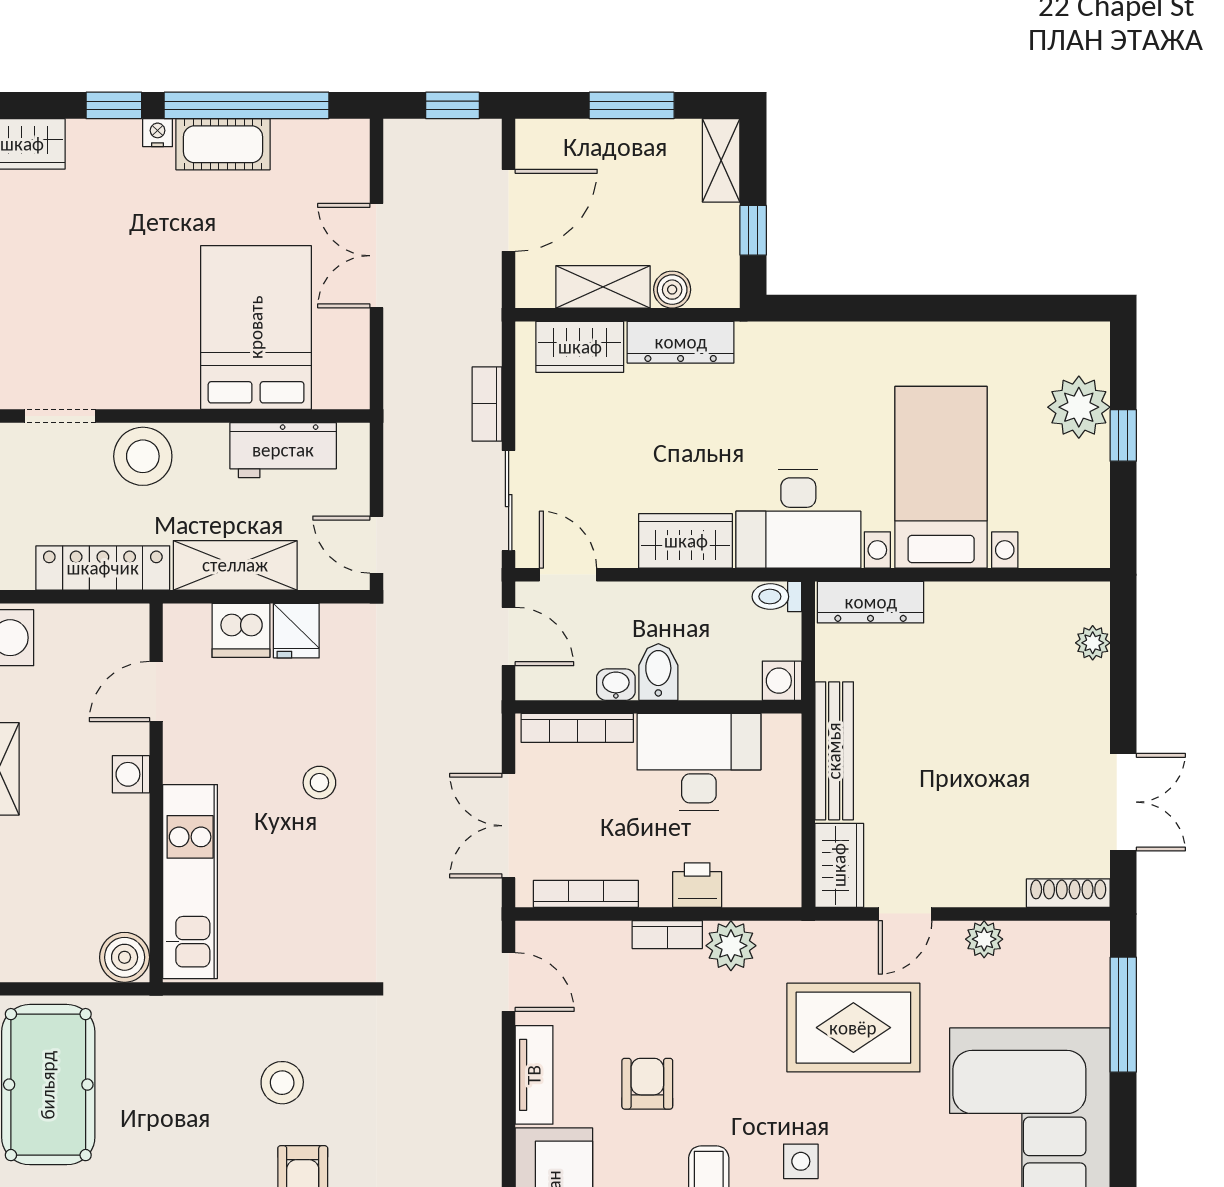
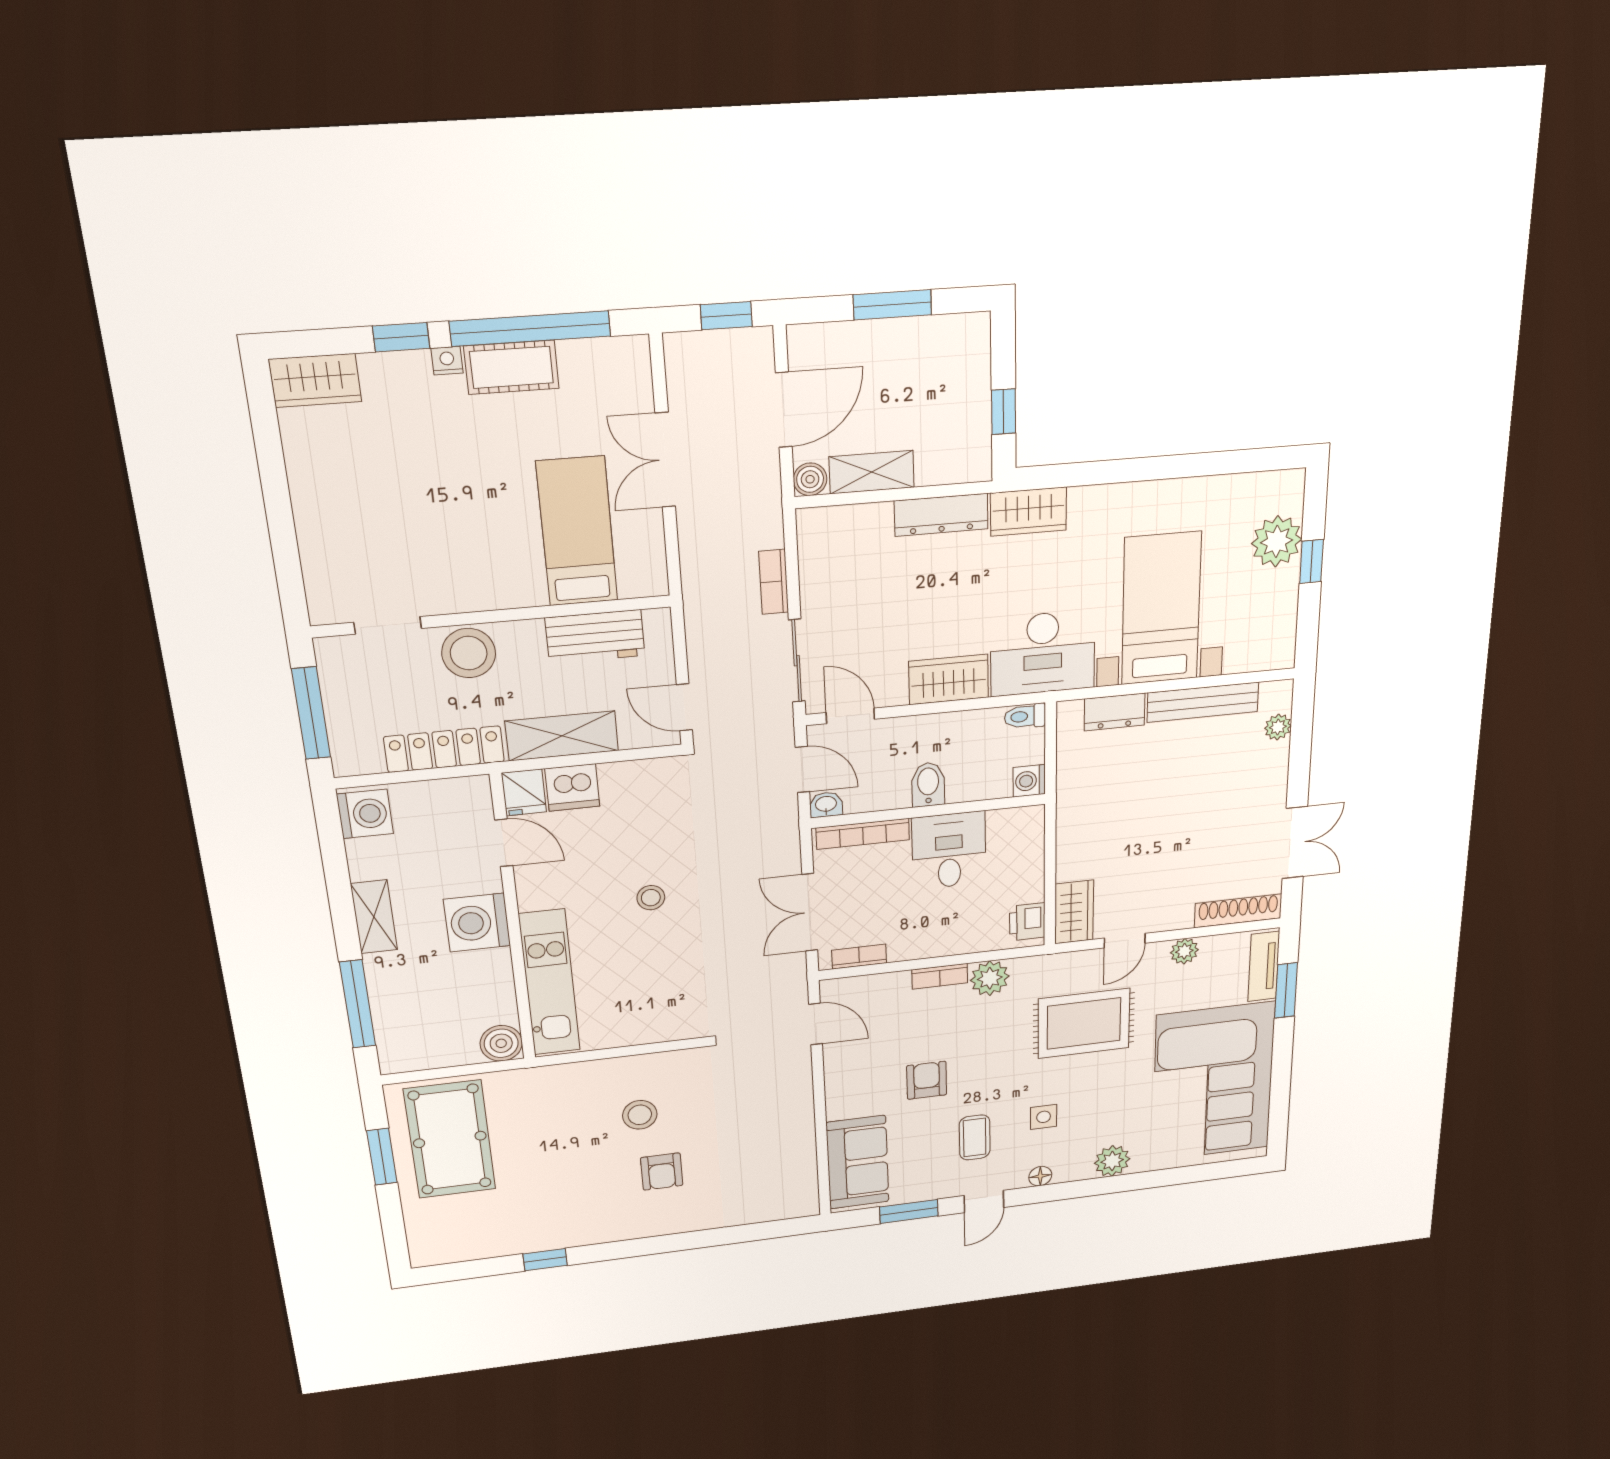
shelving: (721, 160) -> (975, 350), removed
boiler: (672, 290) -> (810, 479), moved
bed: (256, 327) -> (577, 531), width x0.67
wardrobe: (580, 347) -> (1028, 512), moved
dresser: (871, 602) -> (1115, 712), width x0.70
fridge: (296, 631) -> (524, 792), moved
washbasin: (616, 685) -> (826, 805), moved
door: (156, 691) -> (504, 843), swing flipped
bench: (834, 751) -> (1203, 702), moved, turned 90
desk: (699, 762) -> (949, 850), width x0.73
washing machine: (131, 774) -> (477, 923), width x1.89, depth x1.89
printer: (697, 885) -> (1027, 922), moved, turned -90
shoe rack: (1068, 893) -> (1238, 911), width x1.36, depth x1.24
bookcase: (586, 894) -> (859, 957), width x0.64
window: (1123, 1015) -> (1286, 990), width x0.69
tv unit: (534, 1075) -> (1264, 966), moved, turned 180

